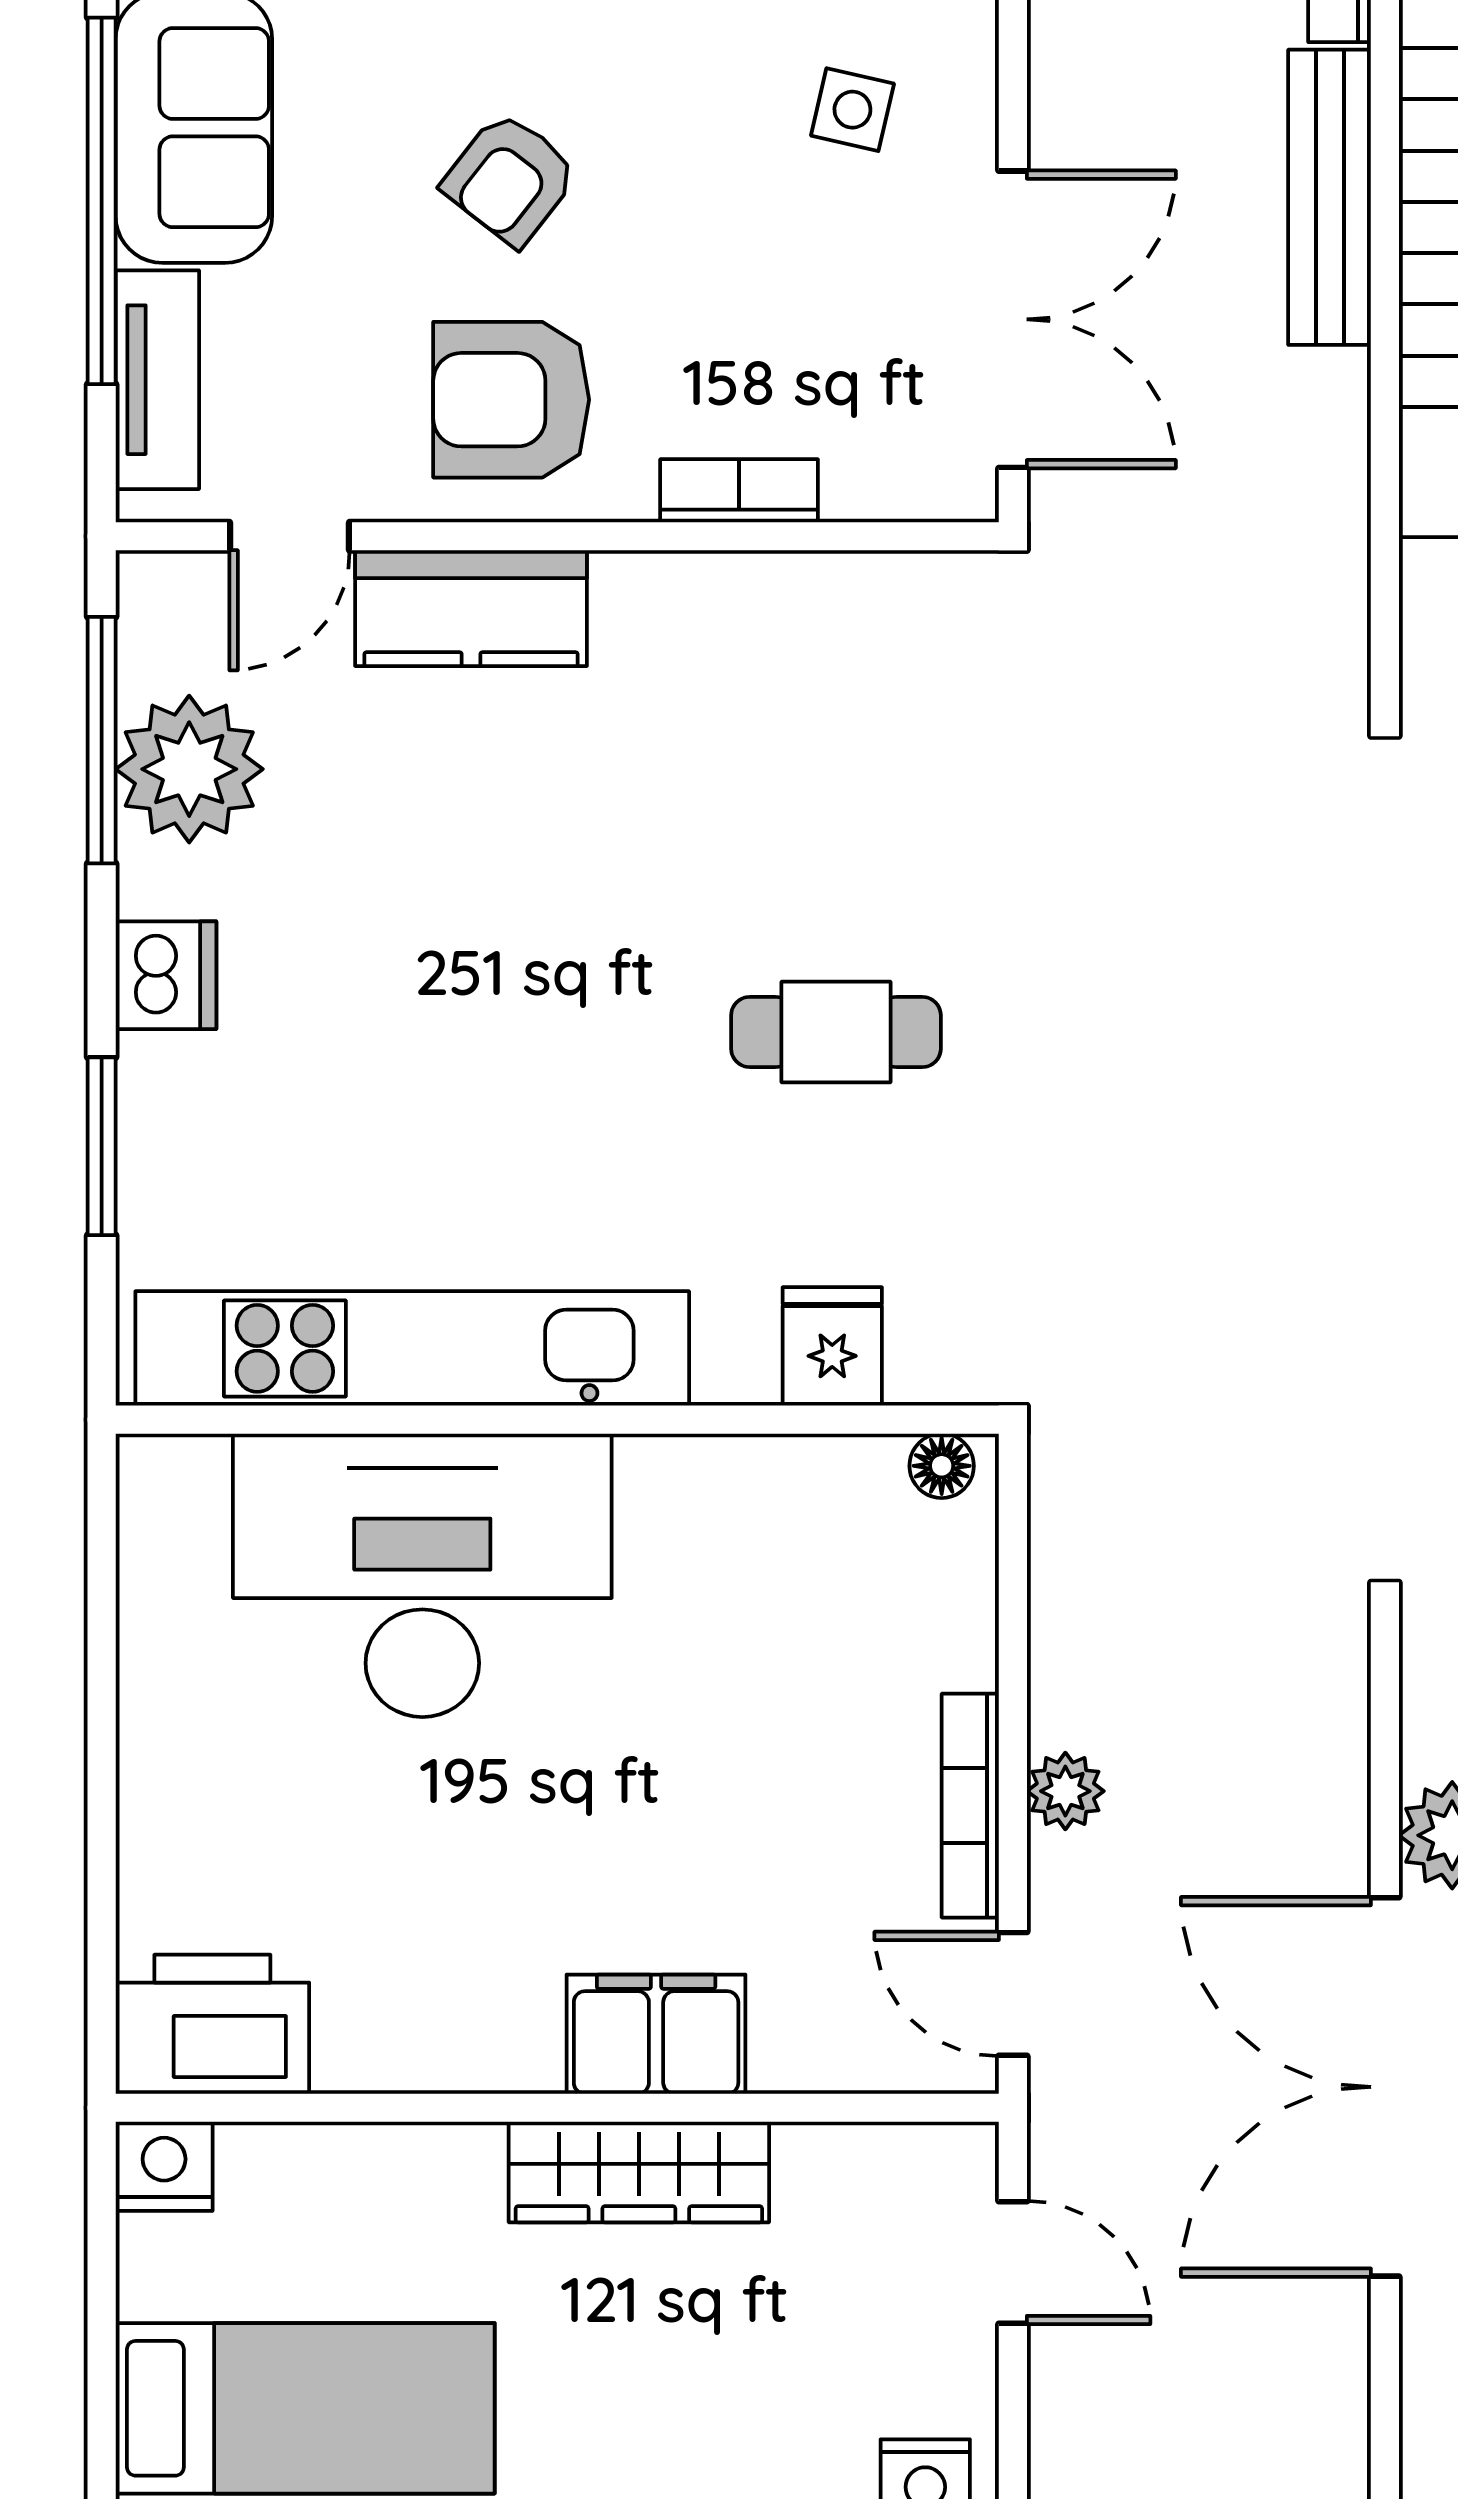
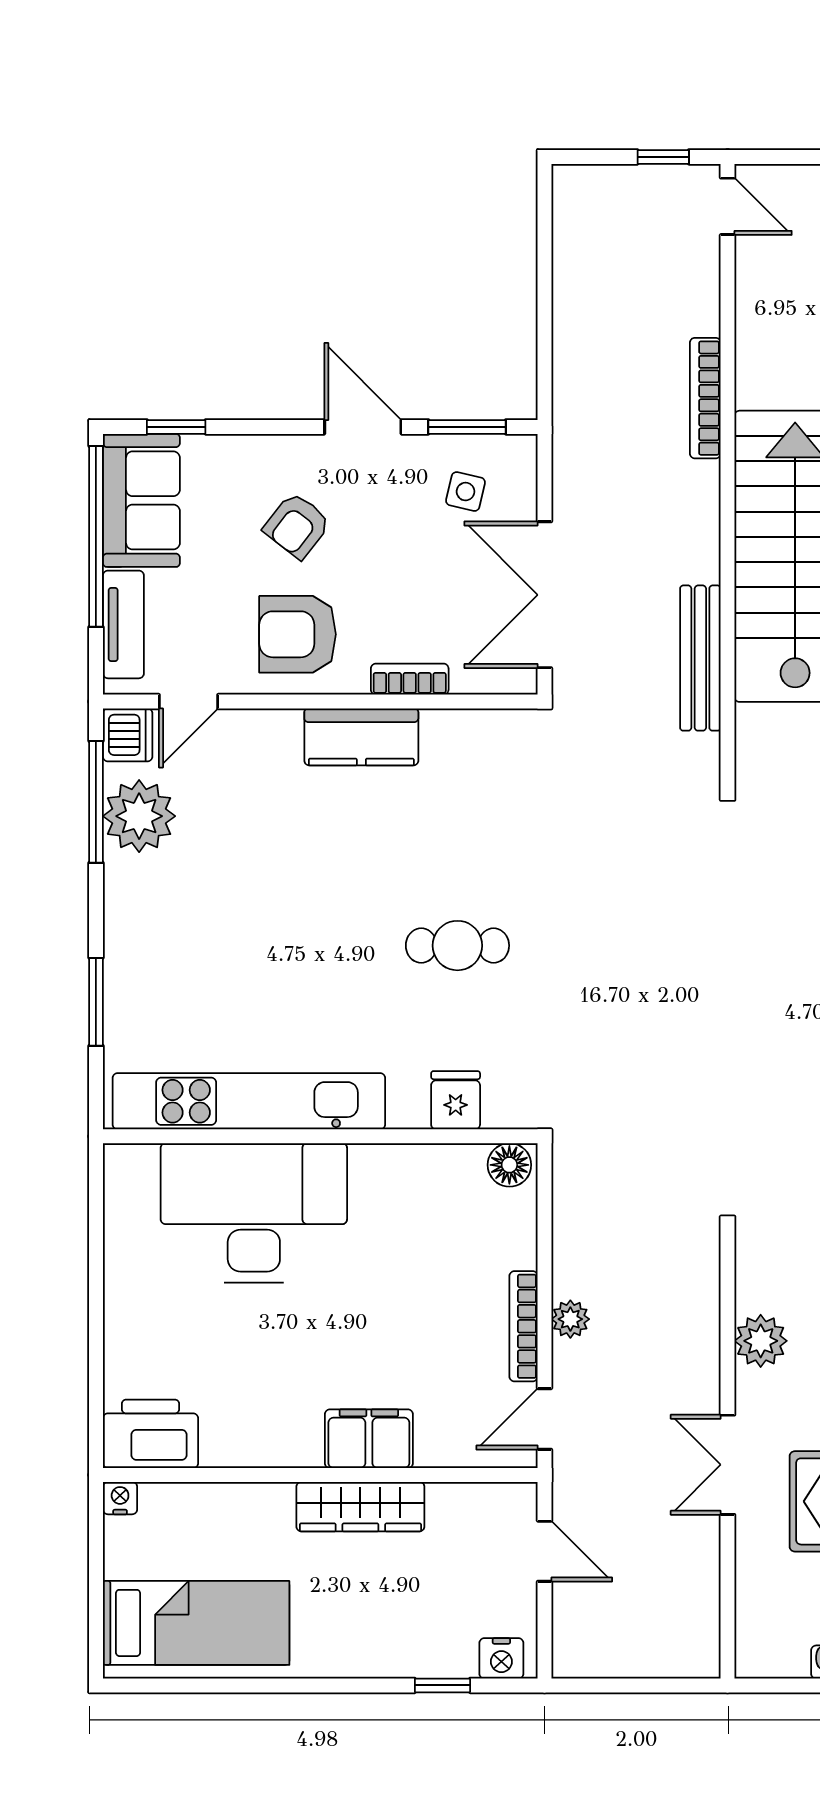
bench: (1330, 197) -> (700, 658), moved
double door: (1013, 319) -> (544, 595), swing flipped
kitchen counter: (471, 608) -> (361, 737), moved
dishwasher: (166, 975) -> (128, 735), moved
floor lamp: (942, 1466) -> (509, 1165), width x1.37, depth x1.37
door: (1013, 1994) -> (544, 1419), hinge flipped
double door: (1385, 2087) -> (728, 1465), width x0.54
nightstand: (164, 2166) -> (120, 1498), width x0.72, depth x0.74

